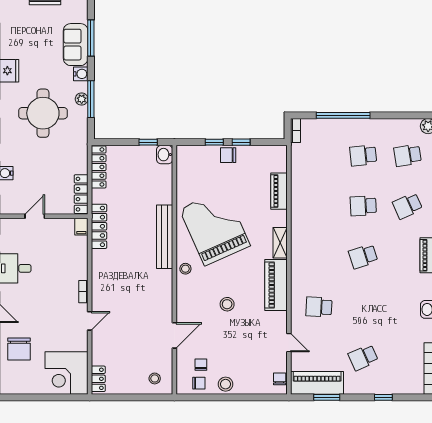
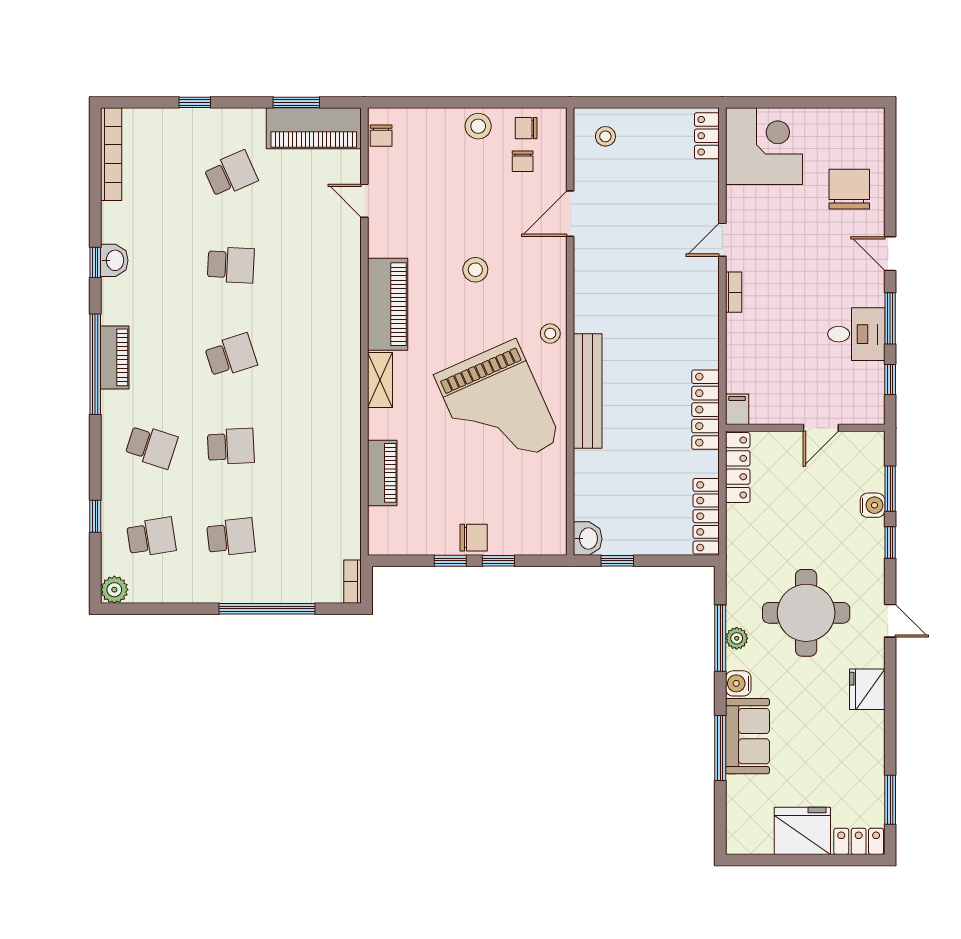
school desk: (408, 206) -> (151, 446), turned 42
school desk: (319, 307) -> (231, 265), moved

